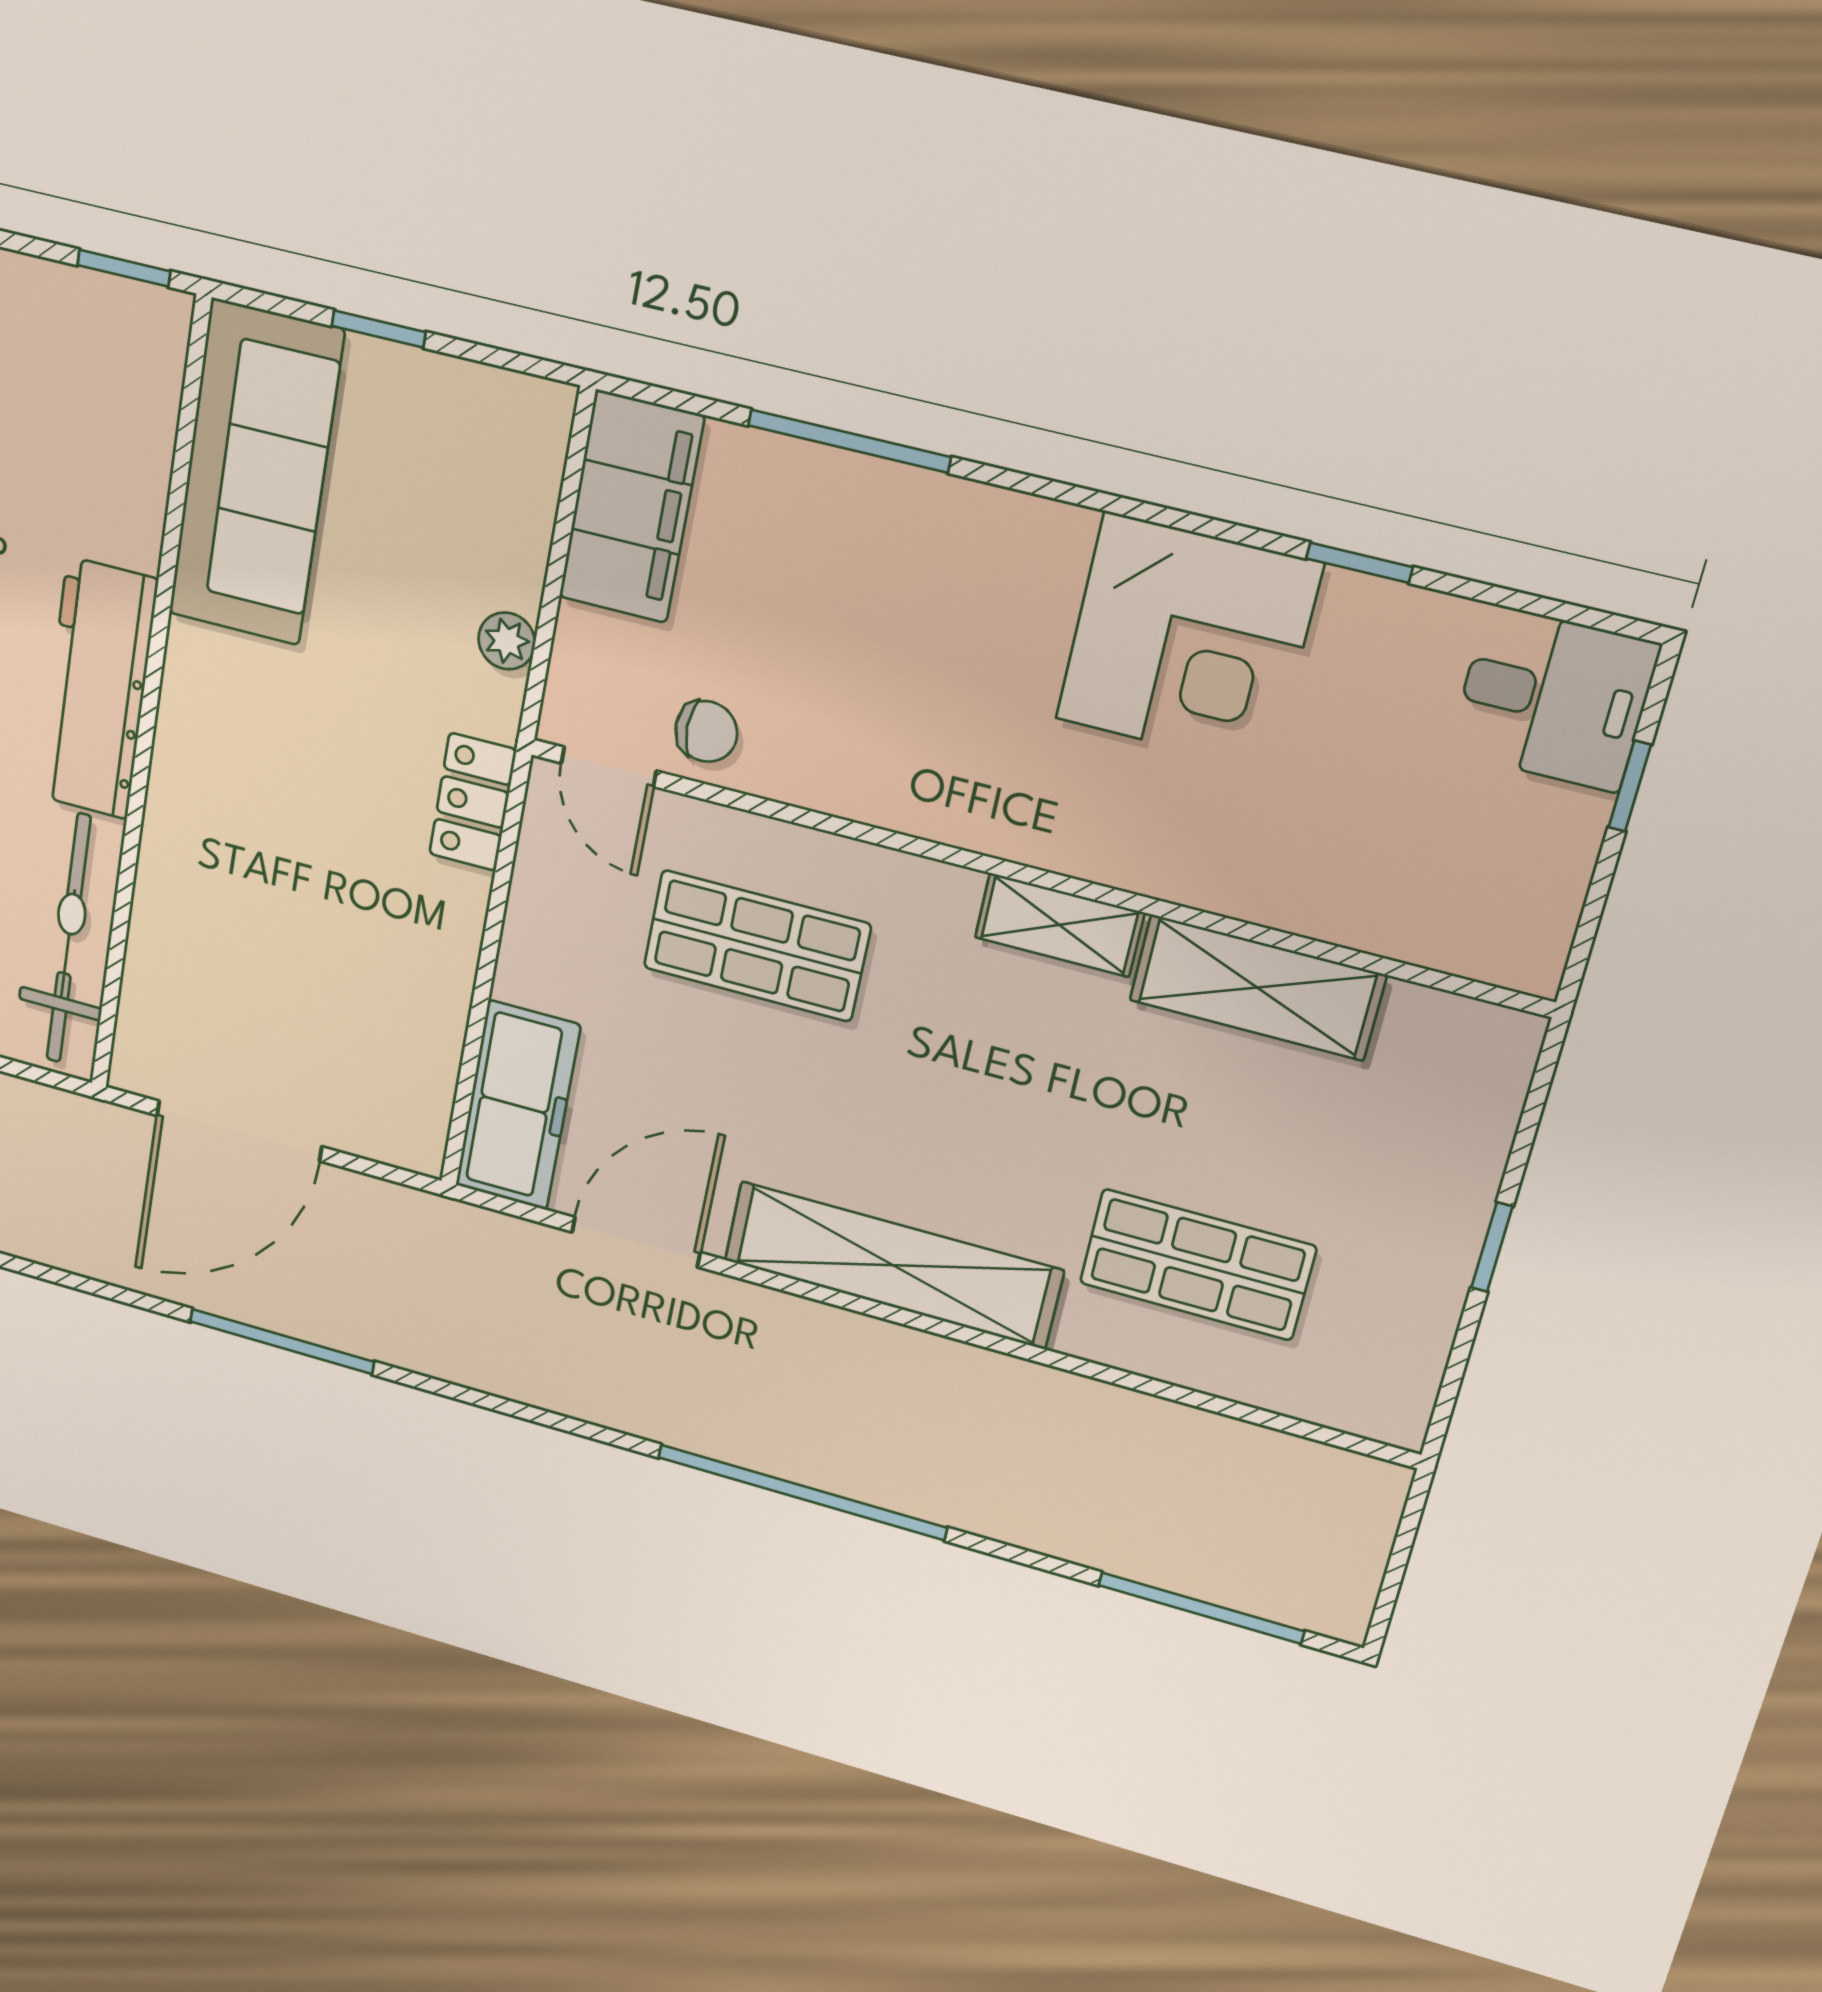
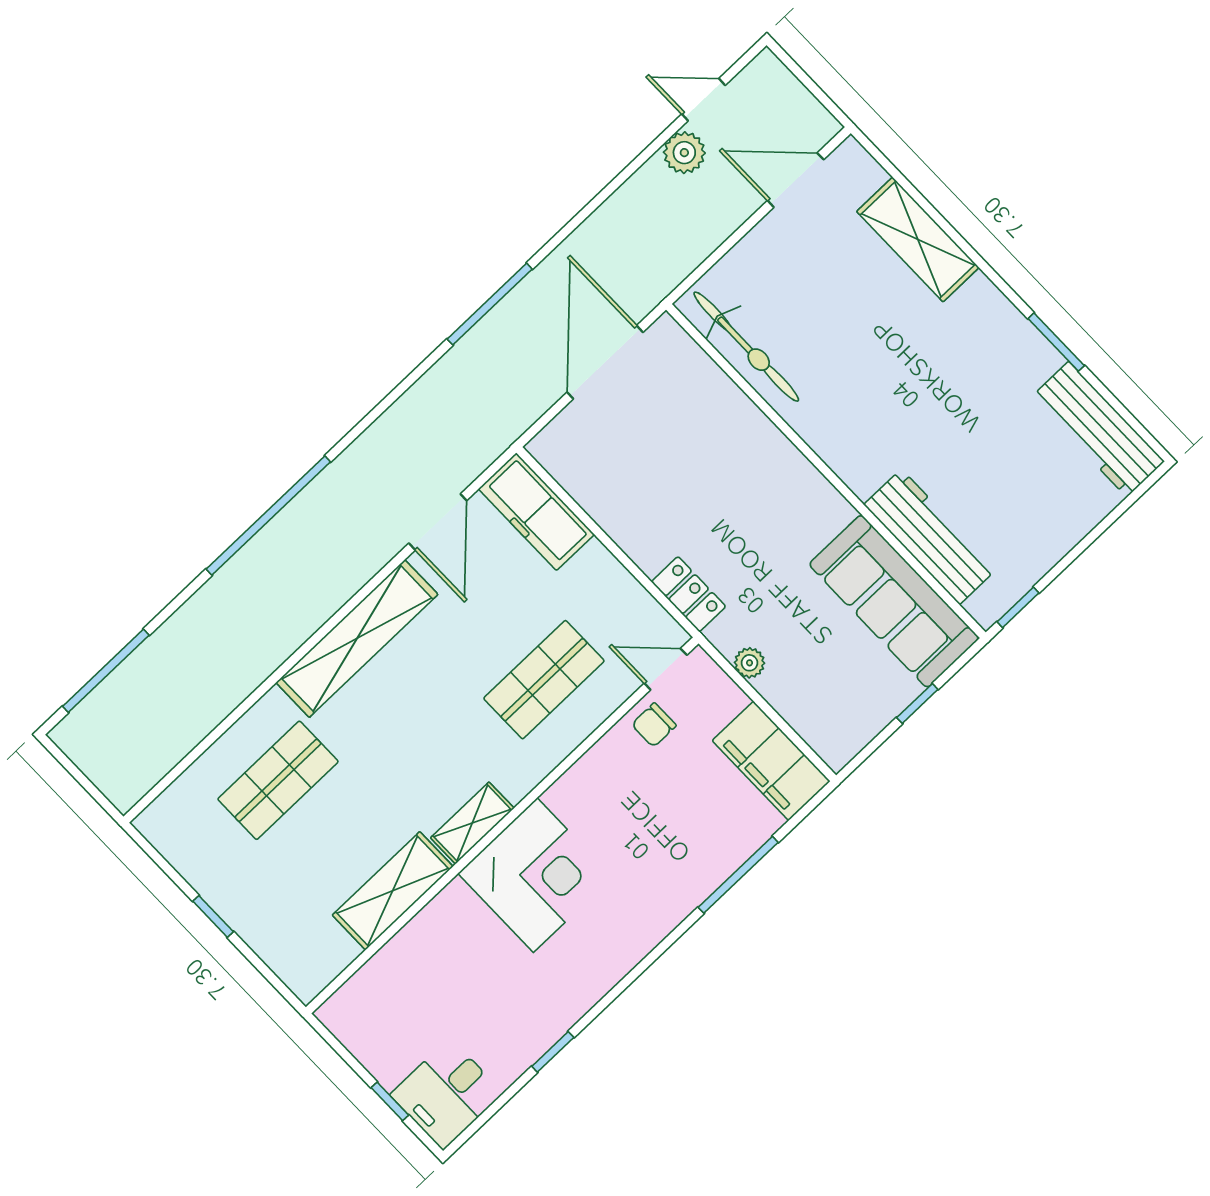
corner desk: (1188, 642) -> (535, 875), moved, turned 180
workbench: (97, 689) -> (930, 537), moved

